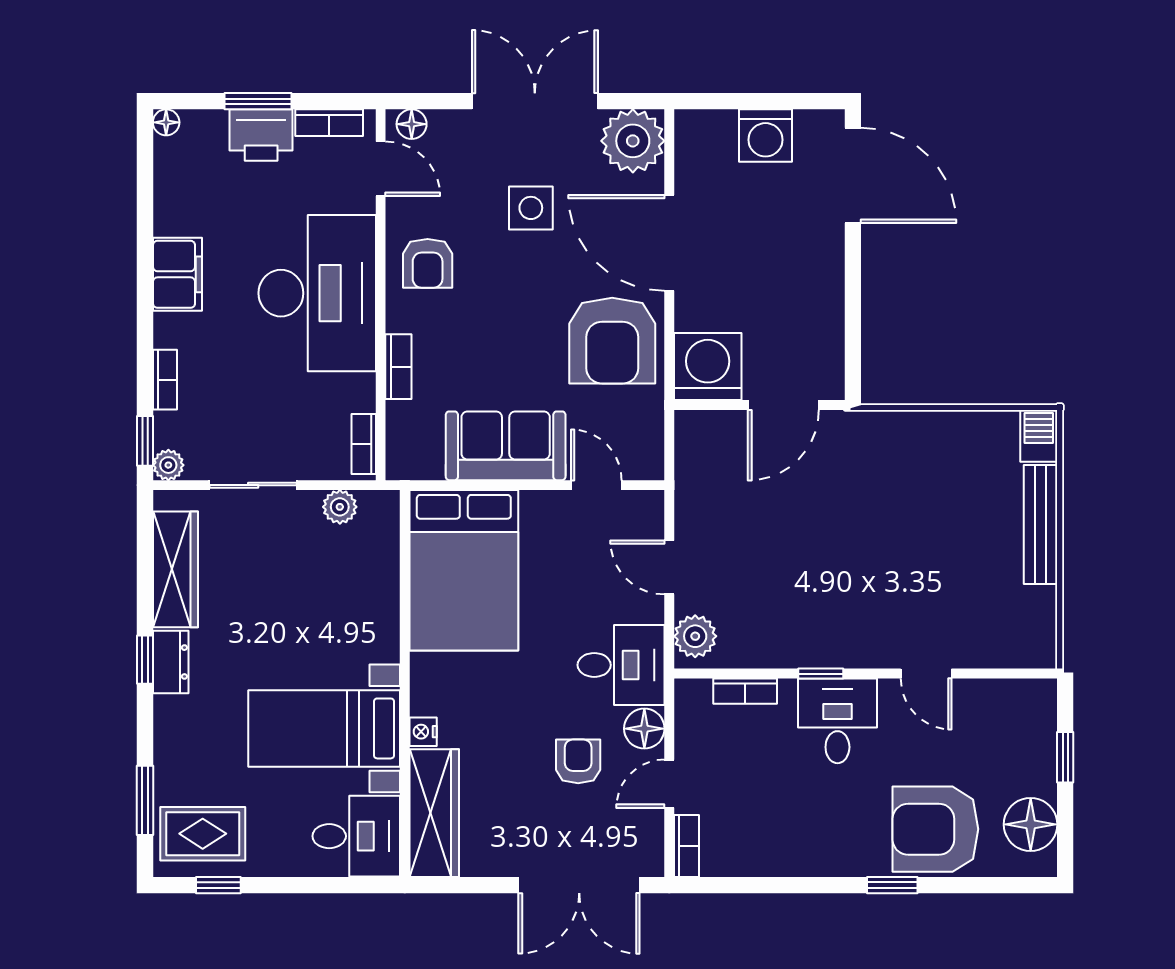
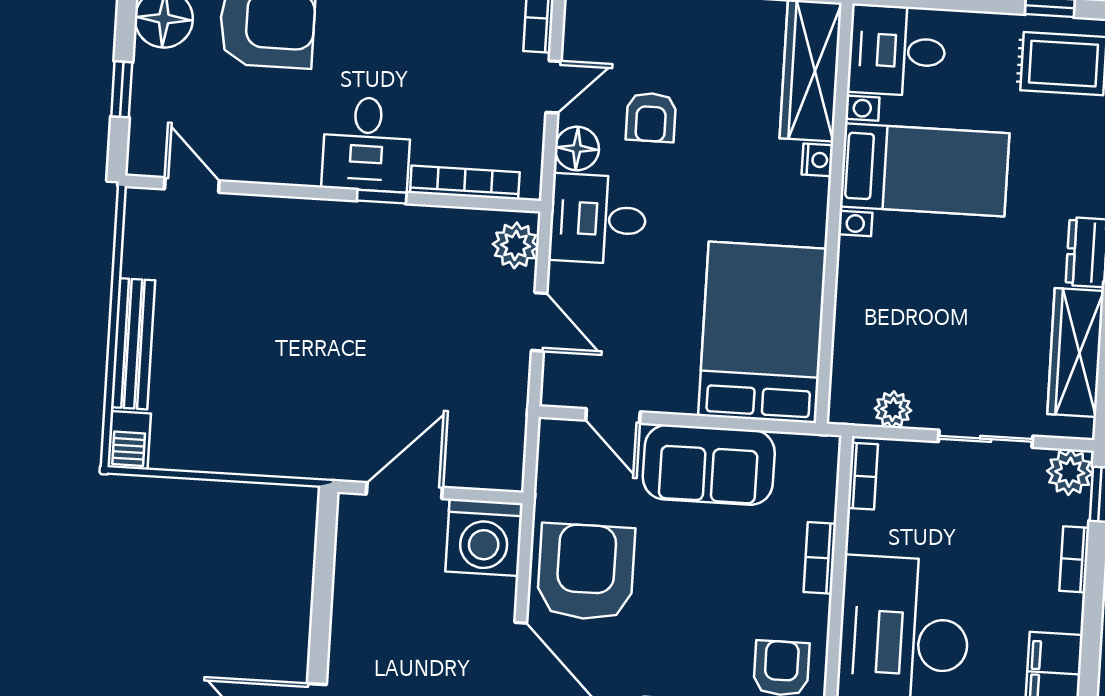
plant: (168, 465) -> (1070, 472), width x1.38, depth x1.38
door: (926, 674) -> (192, 185), moved
bookcase: (745, 691) -> (465, 183), width x1.56

